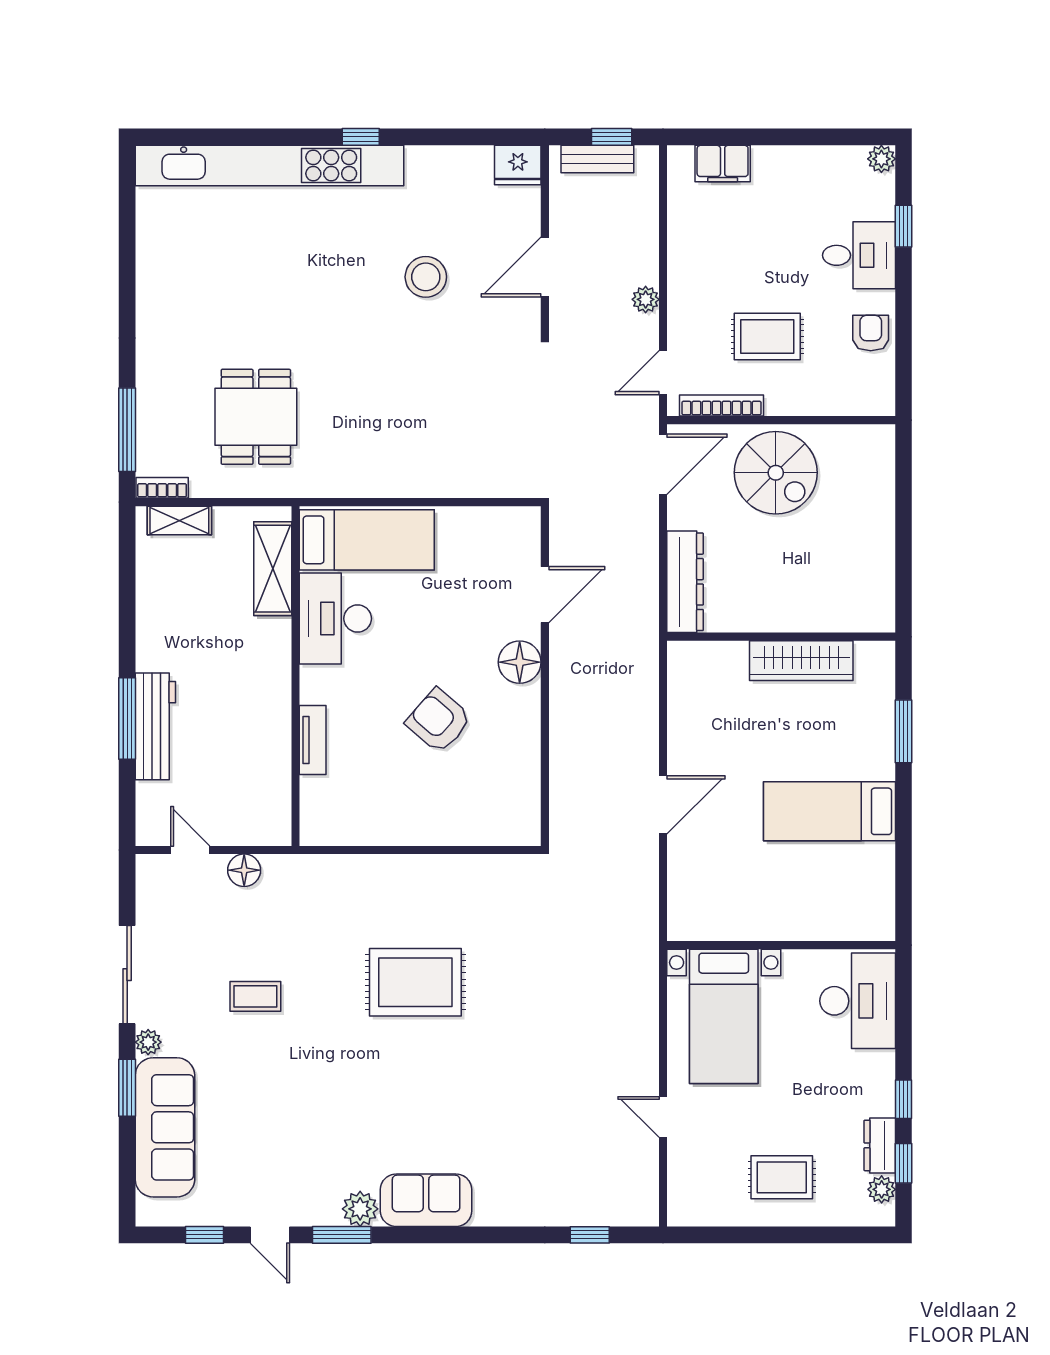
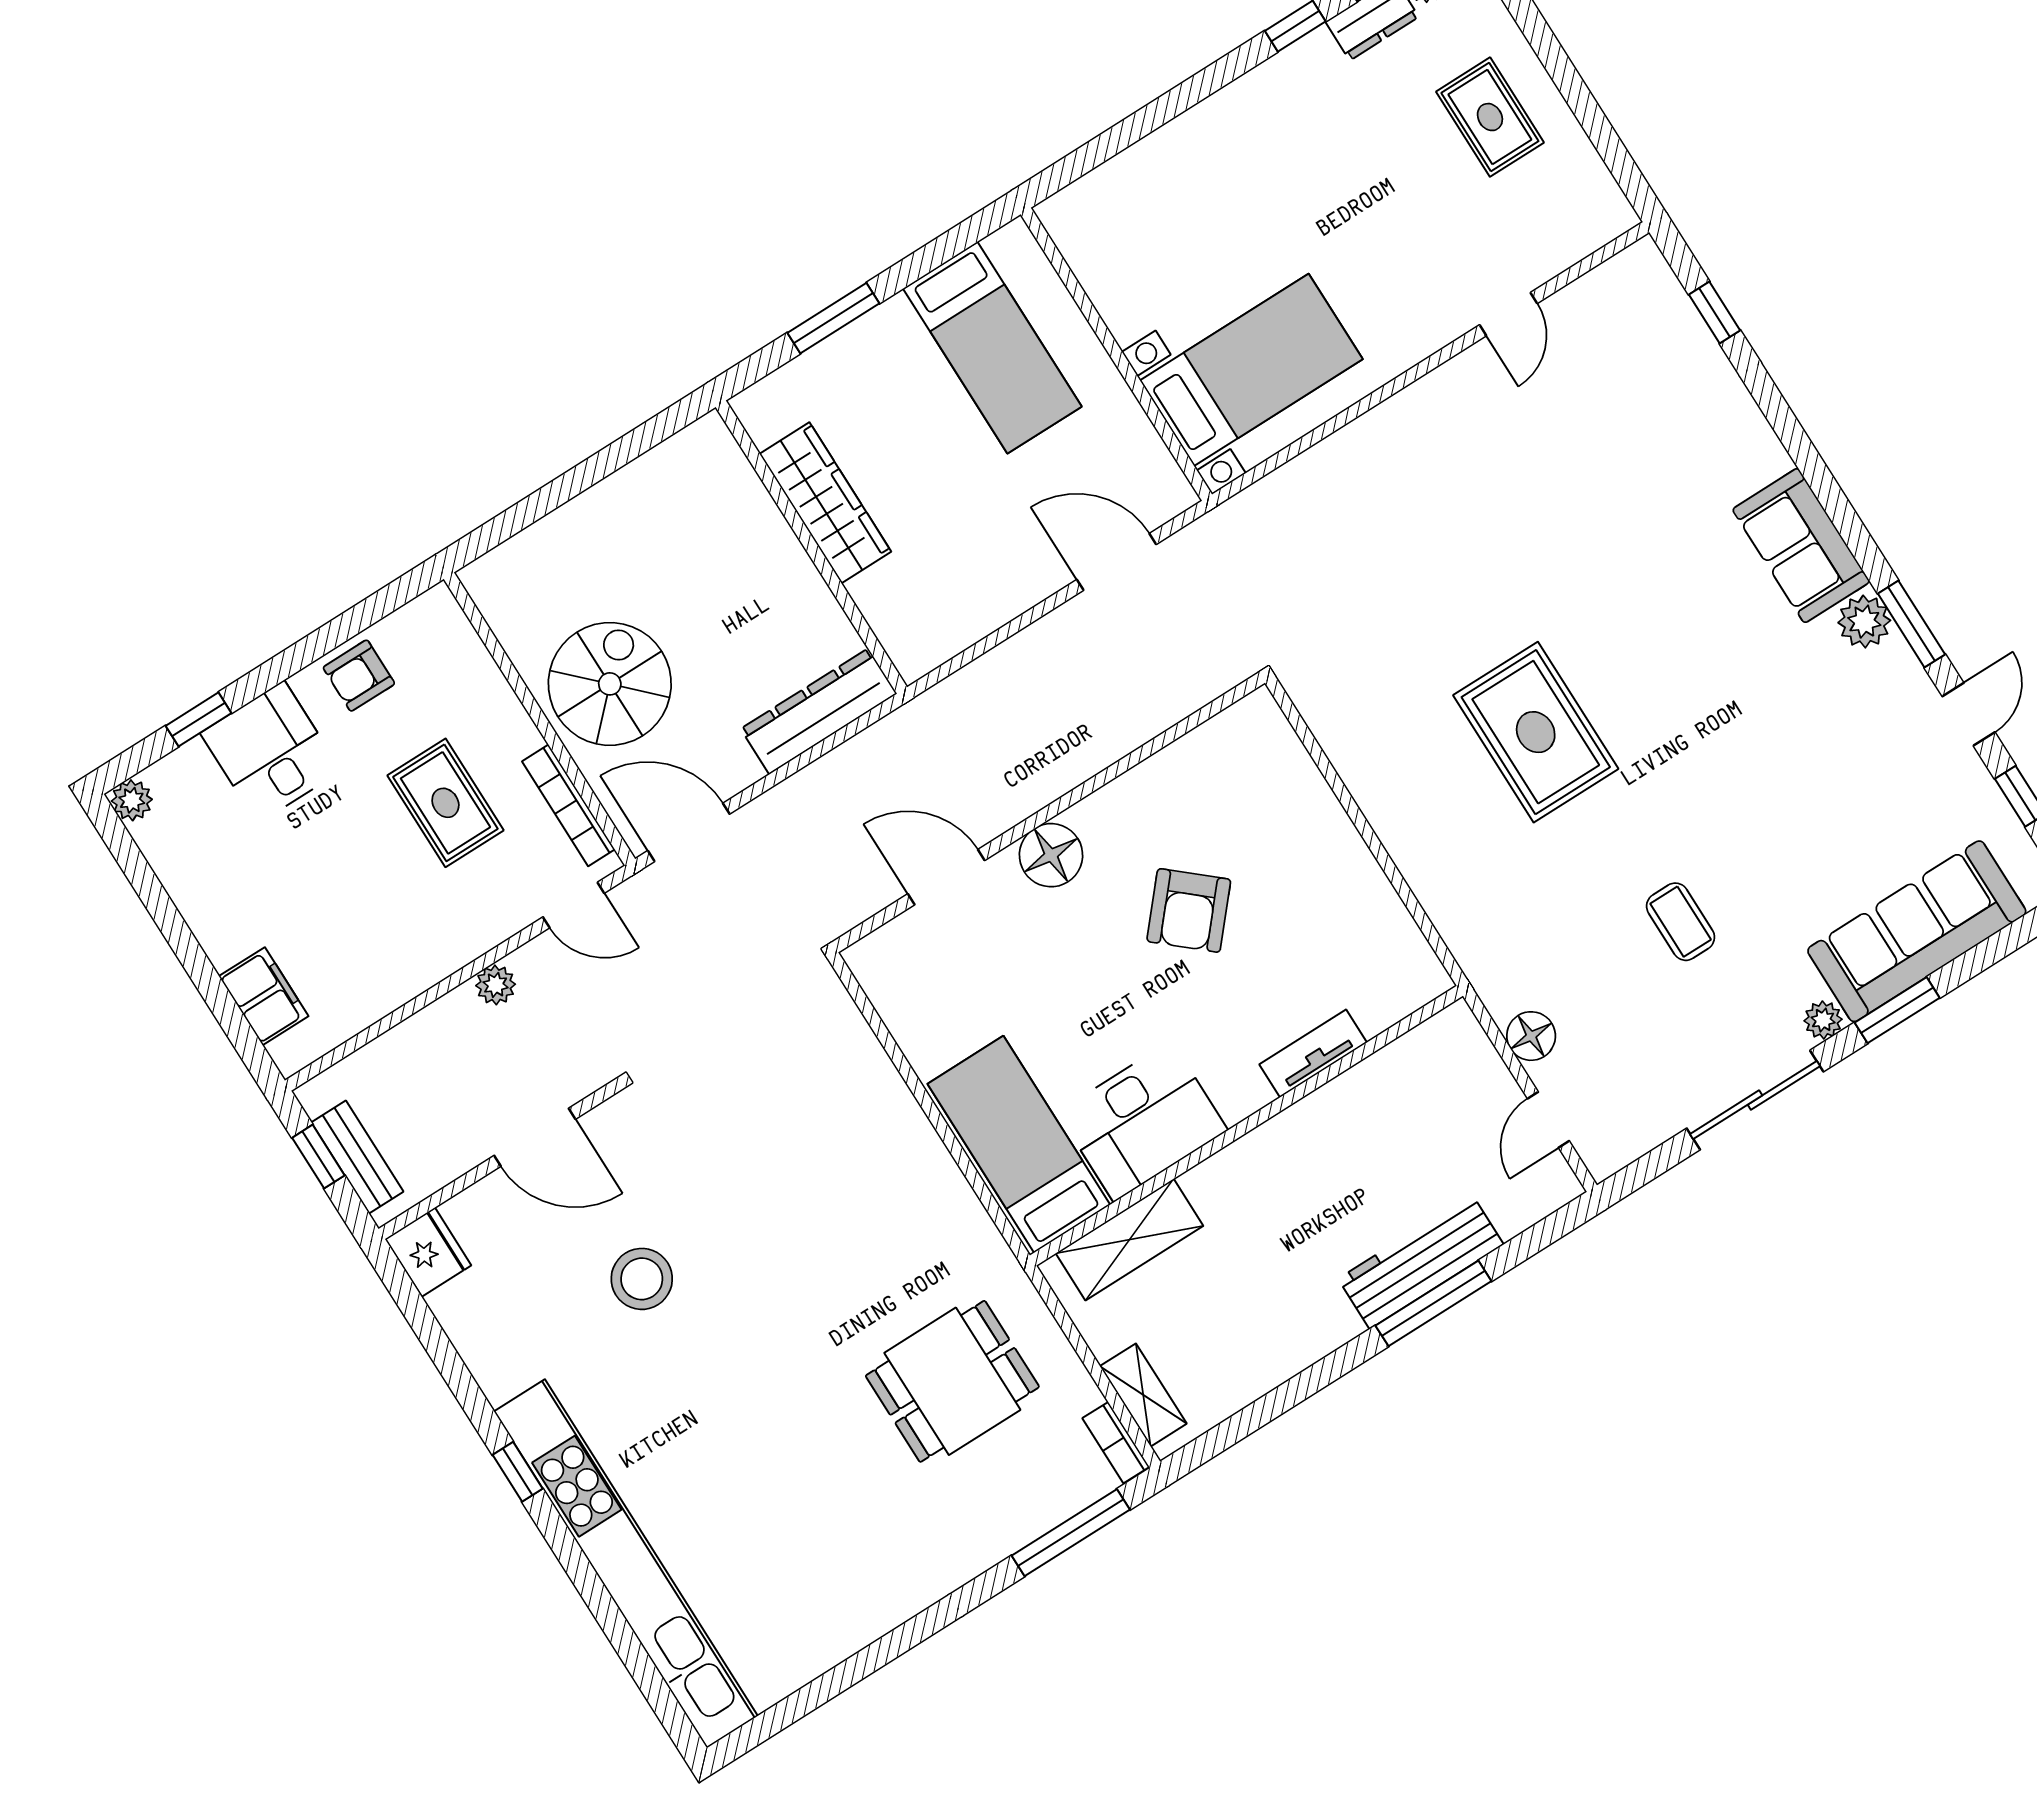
wall: (781, 945) -> (1116, 354), moved
desk: (858, 1001) -> (1208, 162), removed
bed with nightstands: (724, 1016) -> (1251, 370), moved

